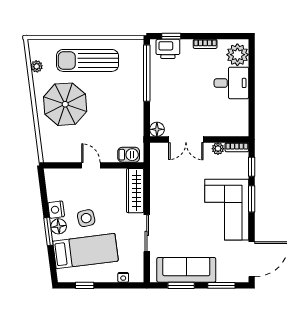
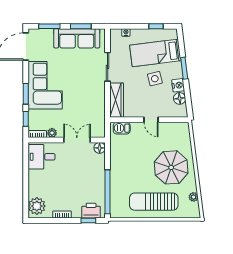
sun lounger: (88, 60) -> (154, 202), turned 180
desk: (231, 83) -> (42, 157), moved
floor lamp: (59, 226) -> (180, 98), moved

